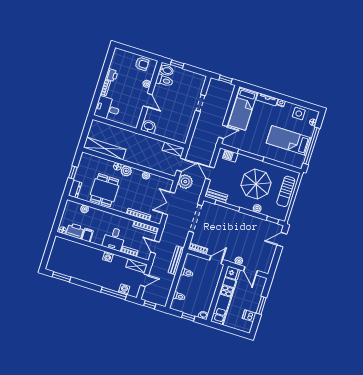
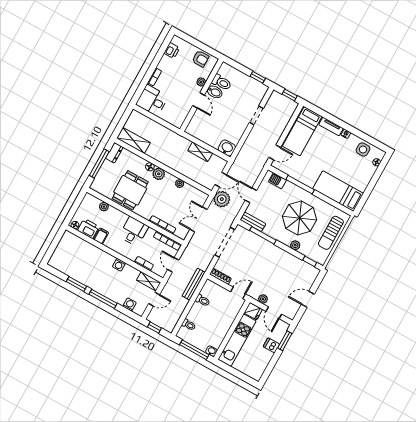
window: (177, 64) -> (258, 77), moved
bidet: (166, 70) -> (215, 92), moved
printer: (112, 75) -> (172, 51), moved
washbasin: (149, 126) -> (227, 148), moved
bed: (289, 141) -> (338, 191), moved
window: (311, 146) -> (370, 188), removed
shelving: (105, 148) -> (133, 140), width x0.68
shelving: (173, 149) -> (200, 152), moved
window: (73, 173) -> (99, 164), width x2.17
dresser: (75, 189) -> (114, 153), moved
desk: (114, 239) -> (134, 231), moved, turned 180
door: (282, 240) -> (308, 299), moved
window: (61, 277) -> (76, 284), moved
window: (114, 293) -> (103, 299), moved
window: (261, 305) -> (285, 341), moved
dishwasher: (249, 316) -> (271, 345), moved
window: (188, 317) -> (194, 350), width x2.17

